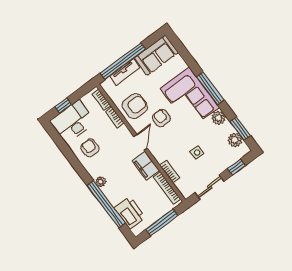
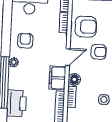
armchair: (161, 118) -> (99, 52), turned 90
armchair: (90, 148) -> (25, 41), moved
floor lamp: (160, 156) -> (74, 79), added

